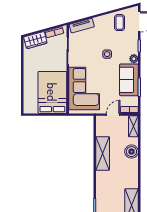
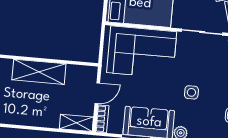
door: (113, 115) -> (97, 93), hinge flipped
boiler: (131, 152) -> (38, 116), removed

